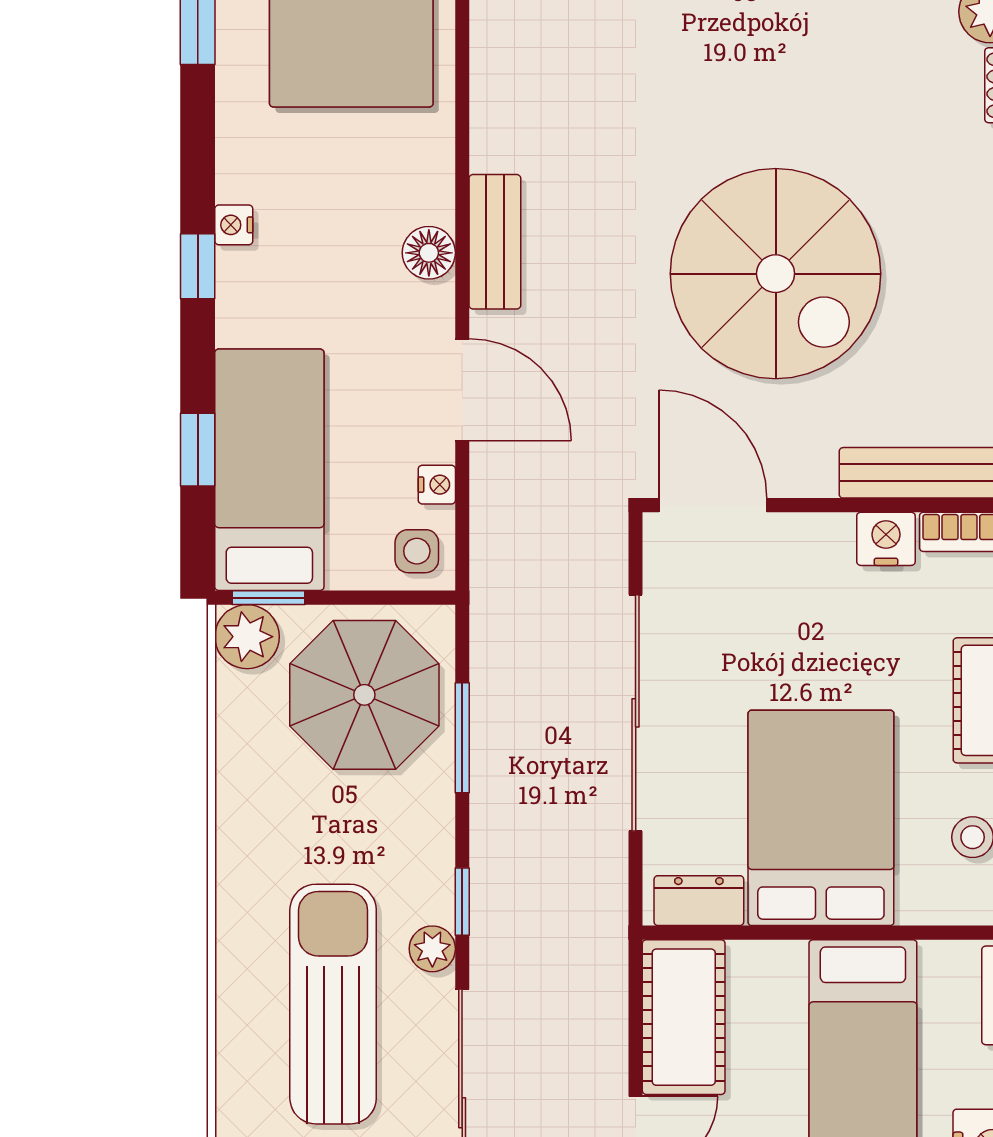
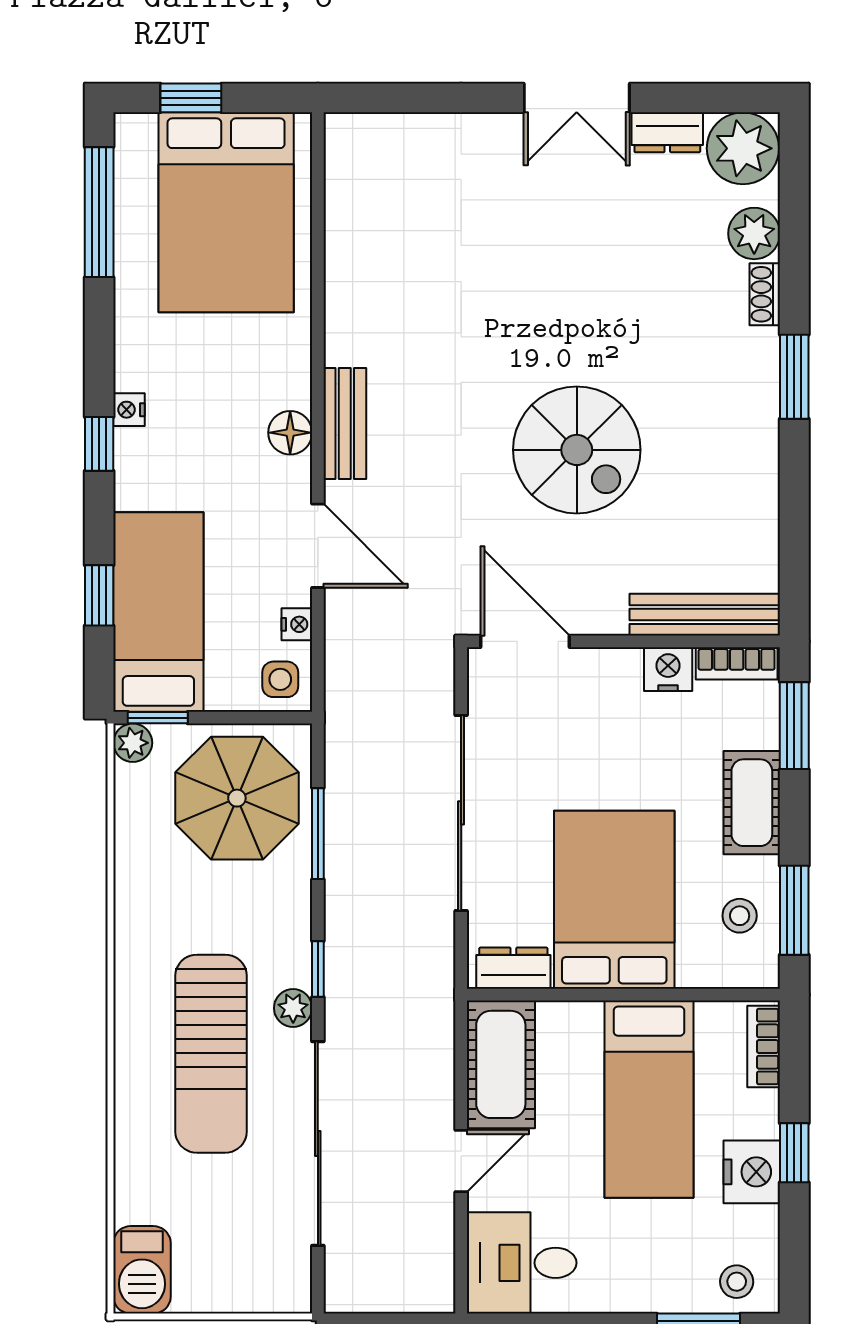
spiral stairs: (776, 274) -> (577, 450), width x0.73, depth x0.73
plant: (247, 637) -> (133, 743), width x0.73, depth x0.73
sun lounger: (333, 1004) -> (211, 1054), turned 180

